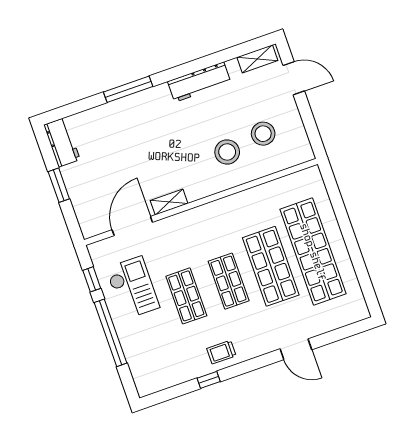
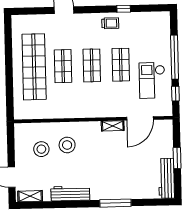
workbench: (62, 142) -> (166, 178), width x1.38
shop shelf: (271, 266) -> (63, 66), width x0.70, depth x0.74

